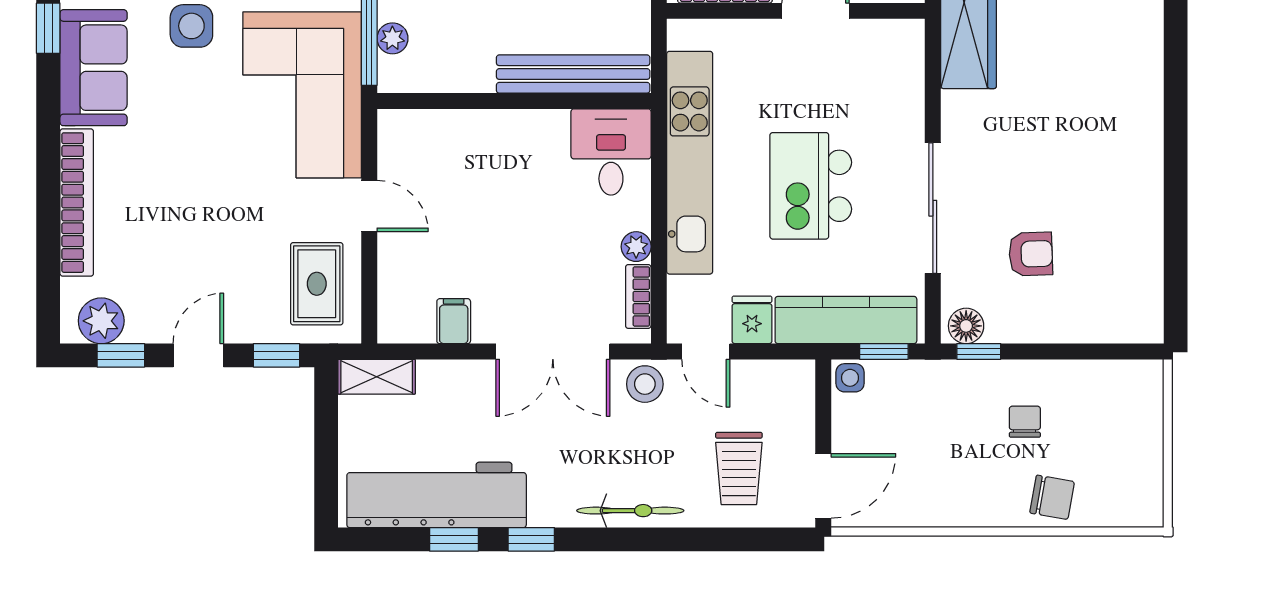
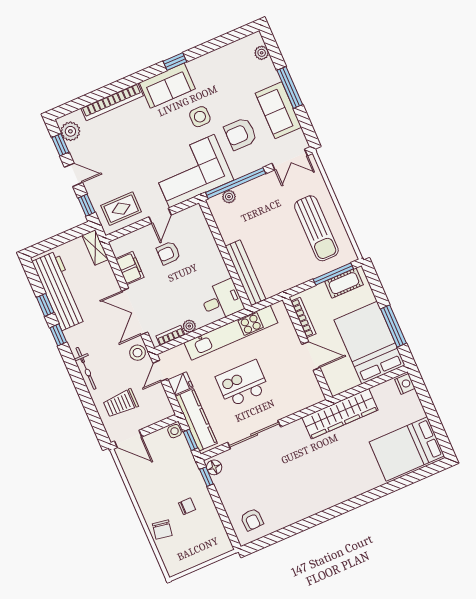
armchair: (458, 223) -> (168, 253), added
armchair: (1031, 254) -> (252, 520), moved
filing cabinet: (454, 321) -> (130, 268), width x2.00

